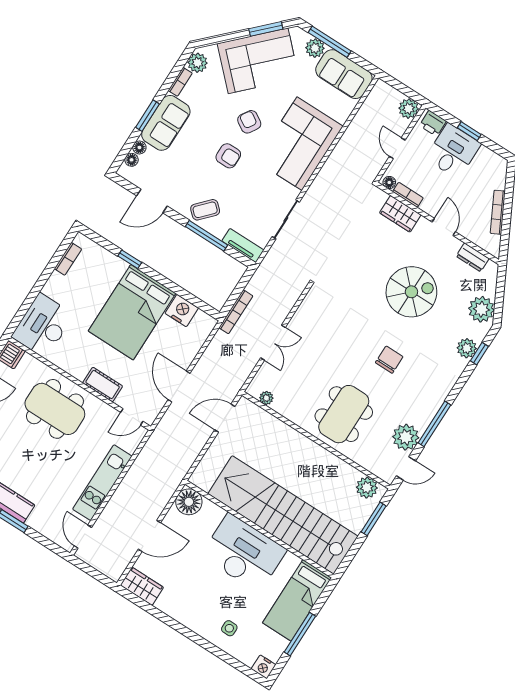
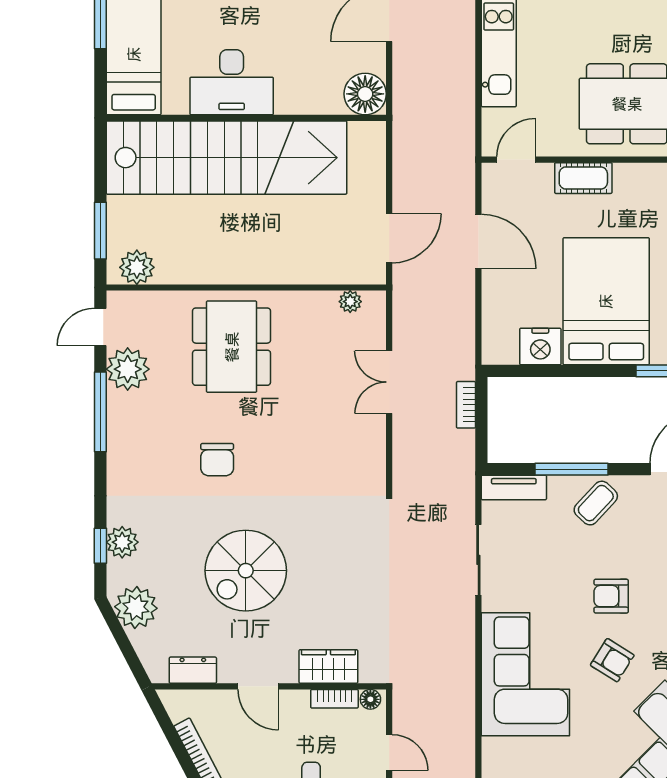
bookcase: (236, 312) -> (466, 405), width x0.64
desk: (244, 553) -> (232, 82), width x0.73, depth x0.77

